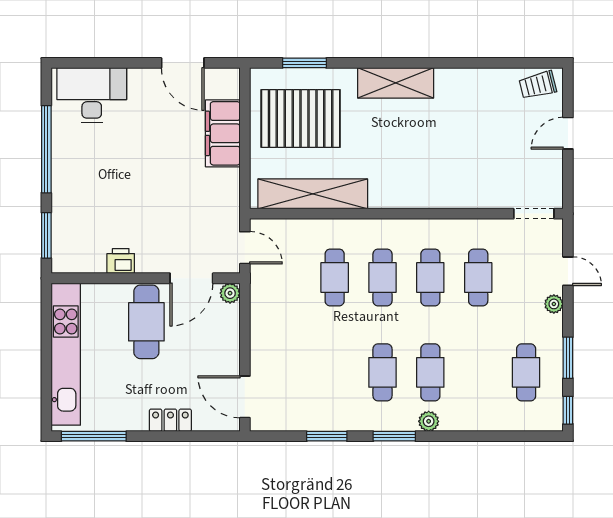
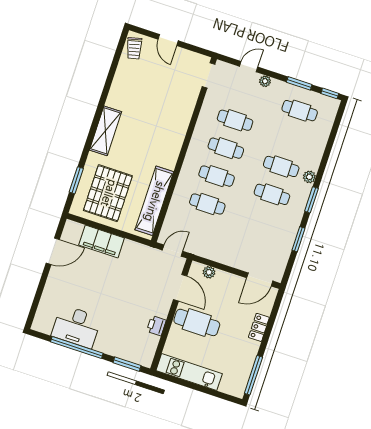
desk: (92, 95) -> (76, 327), moved, turned -90
plant: (230, 293) -> (209, 272), moved
kitchen unit: (66, 354) -> (189, 372), width x0.73

